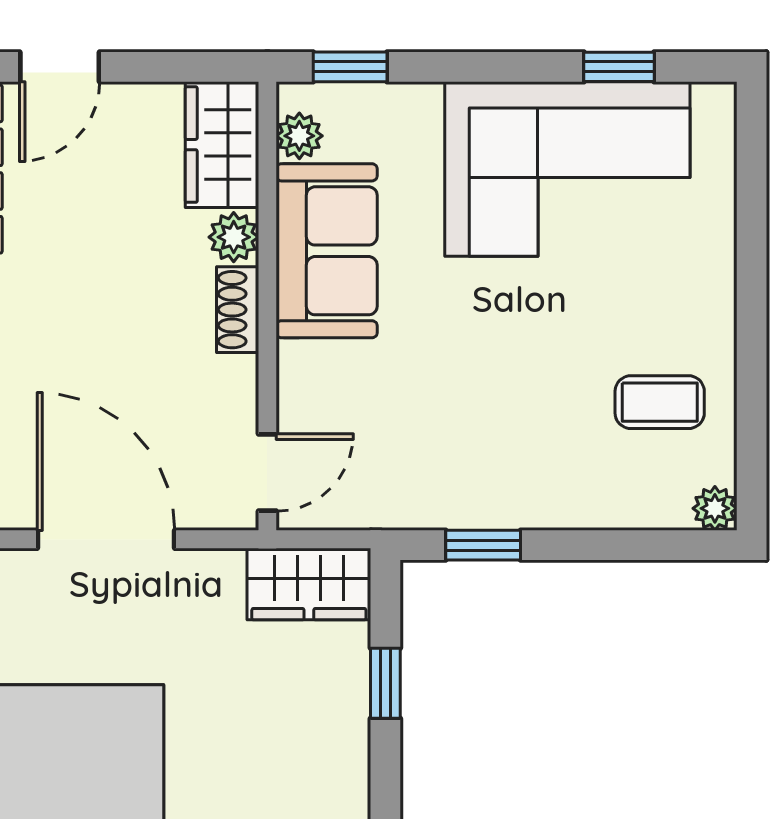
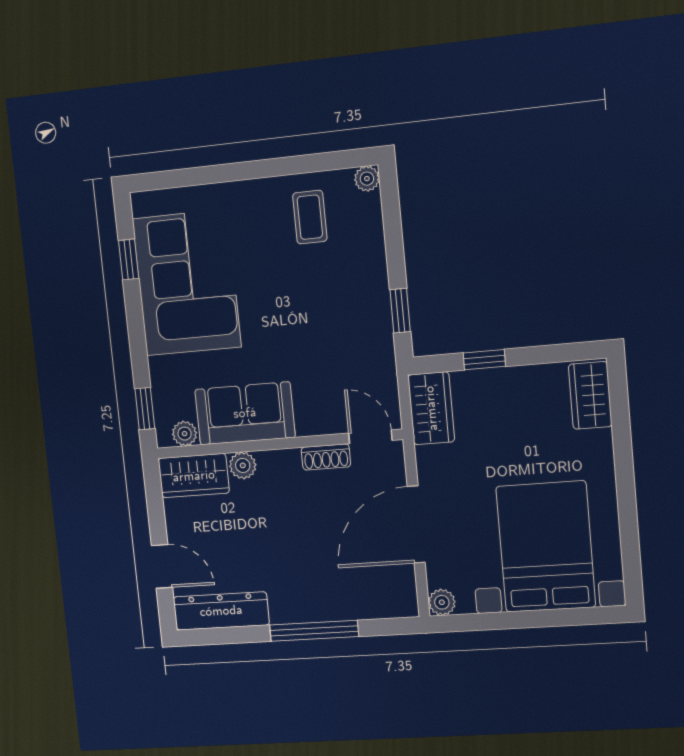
shoe rack: (238, 310) -> (326, 457), moved

